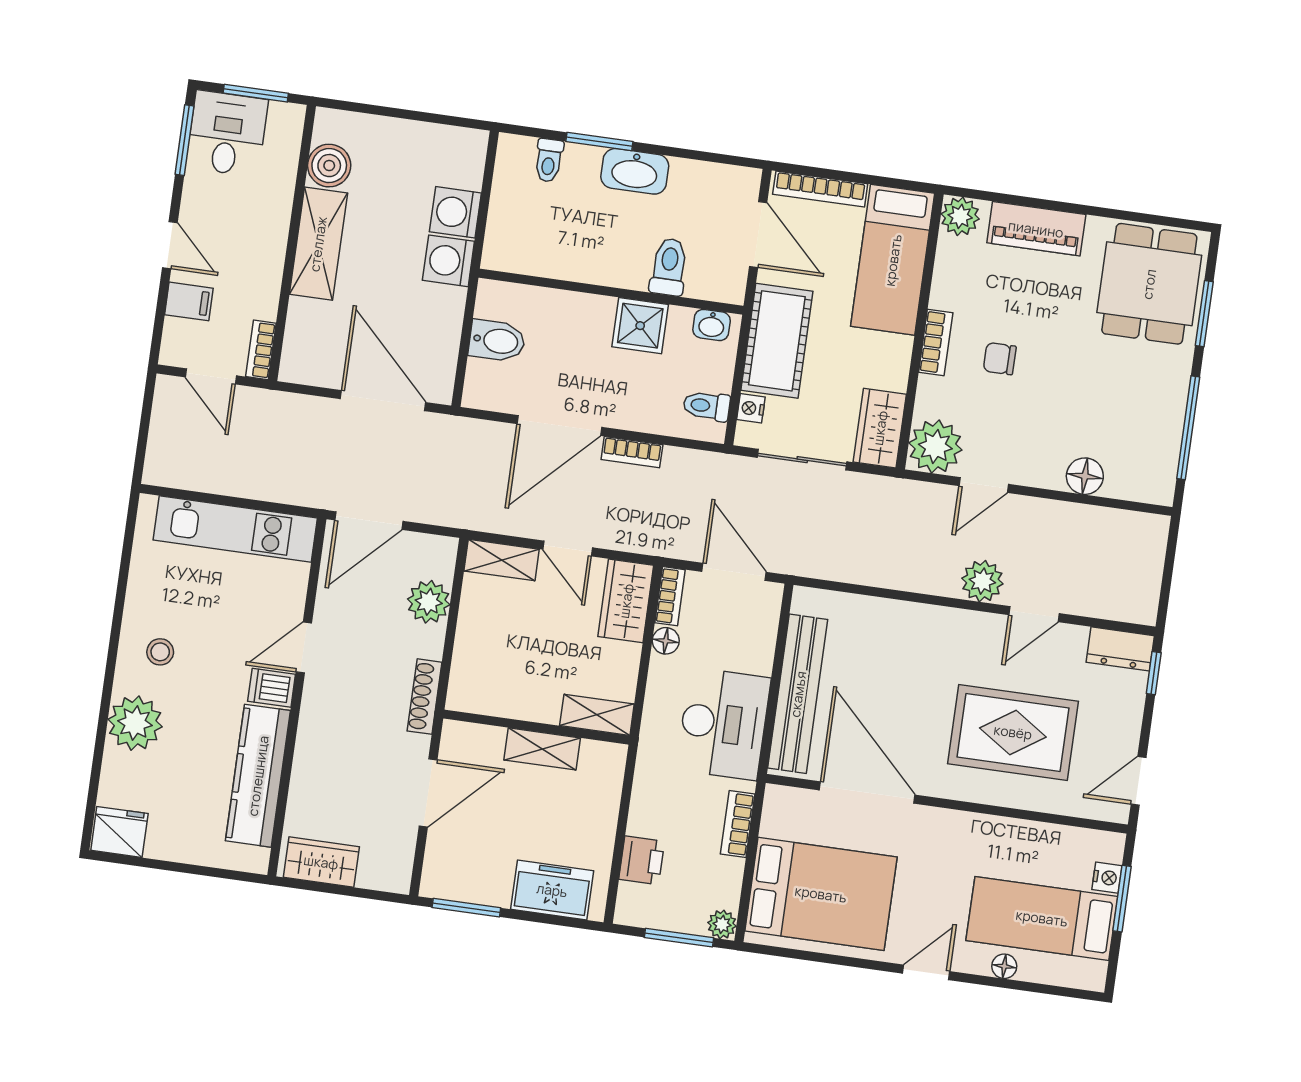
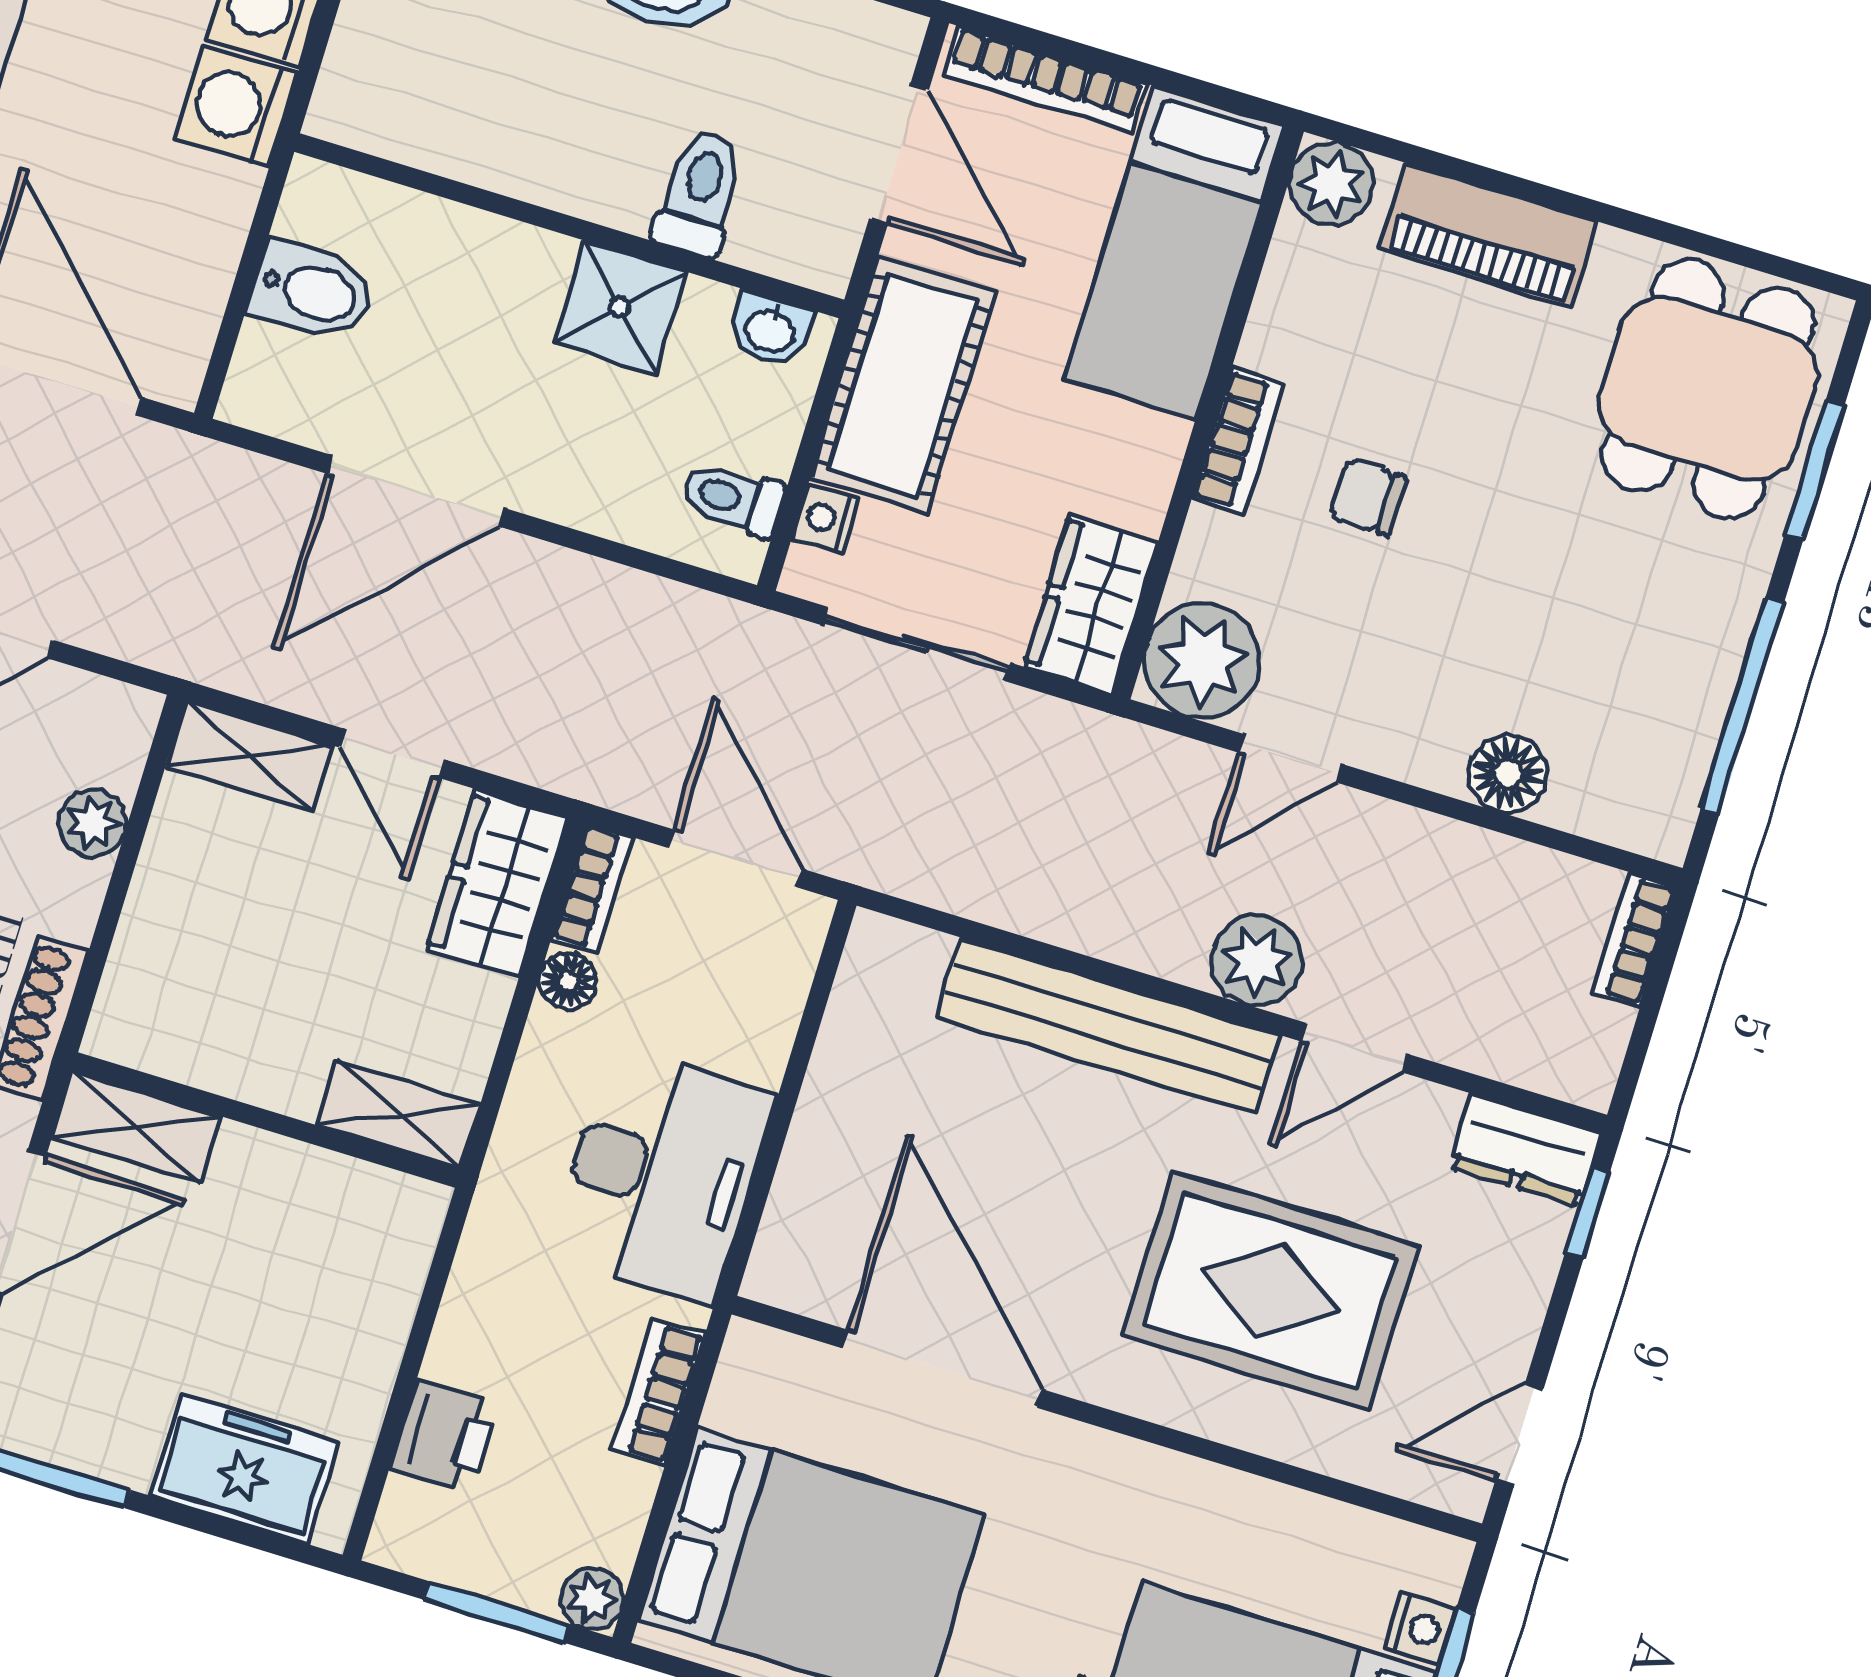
bookcase: (632, 452) -> (1634, 940), moved, turned 90
plant: (429, 602) -> (93, 823), width x0.73, depth x0.73
bench: (798, 694) -> (1108, 1026), moved, turned 90
shelving: (542, 749) -> (136, 1127), moved

